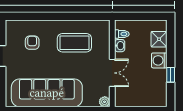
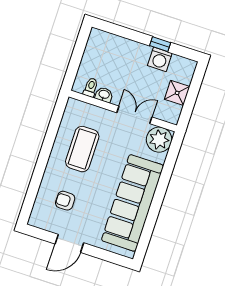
shower: (159, 39) -> (177, 93), moved
washing machine: (159, 60) -> (160, 59), moved
plant: (105, 102) -> (159, 140), width x1.87, depth x1.87

